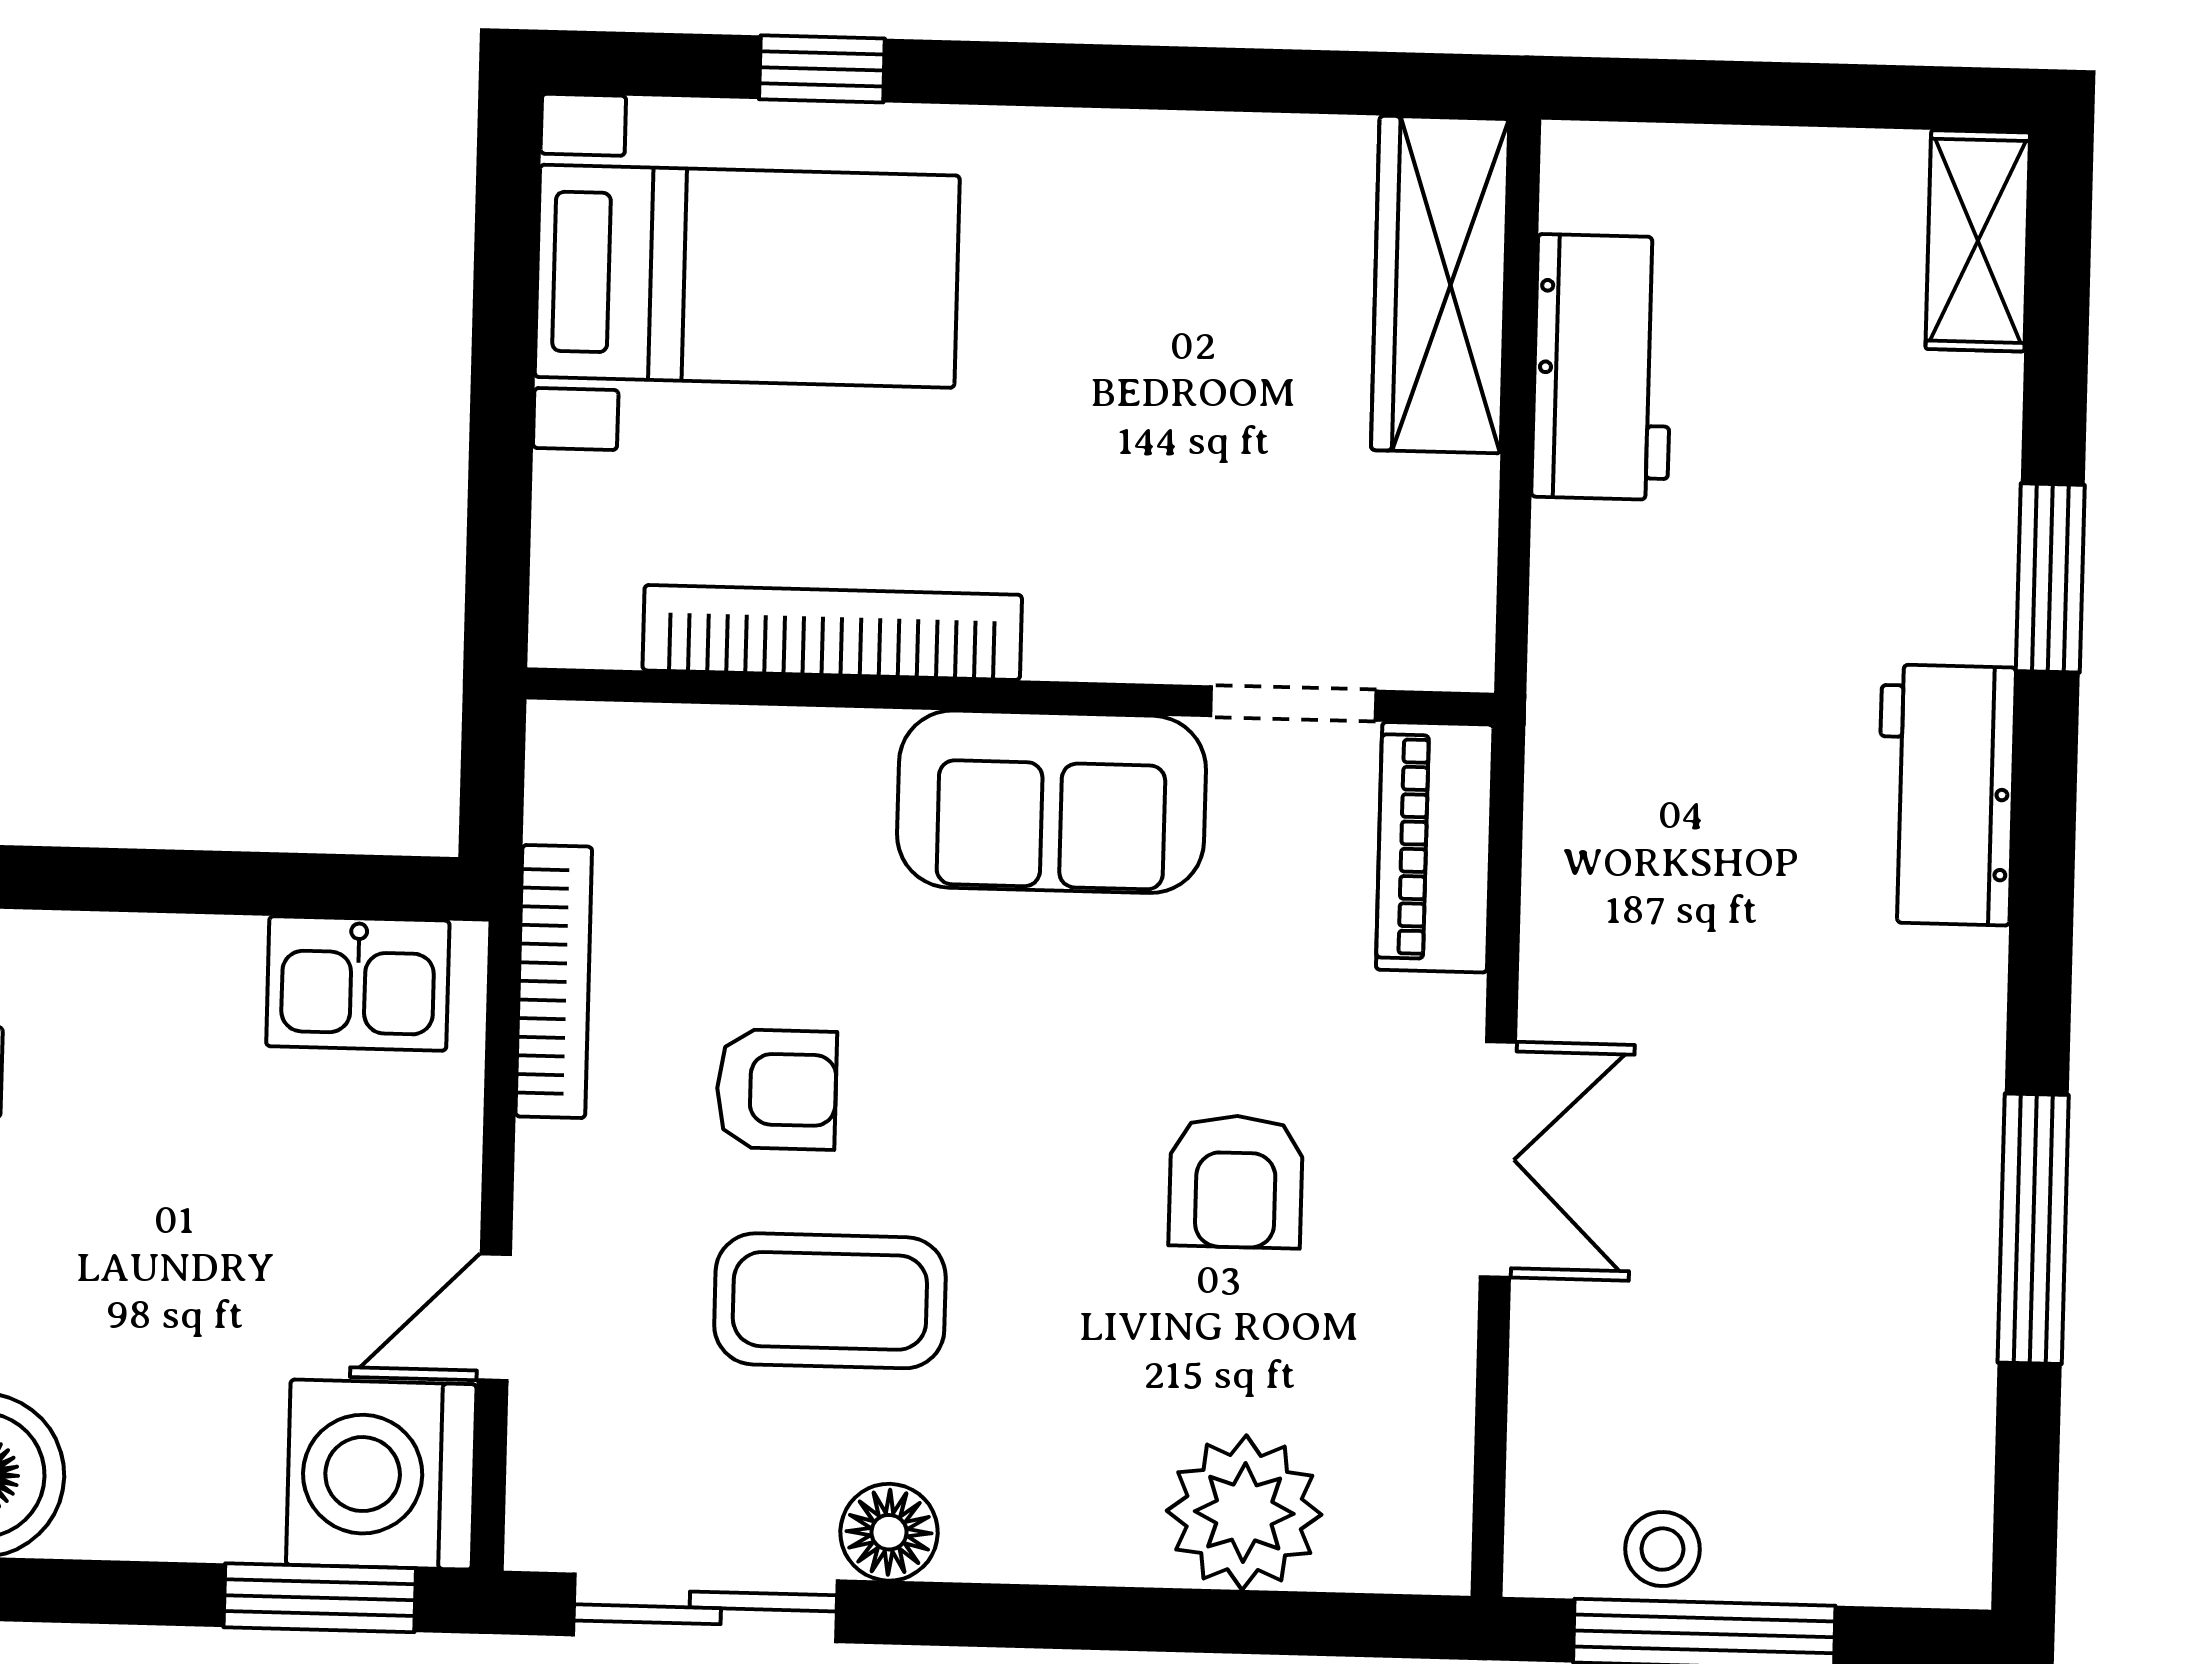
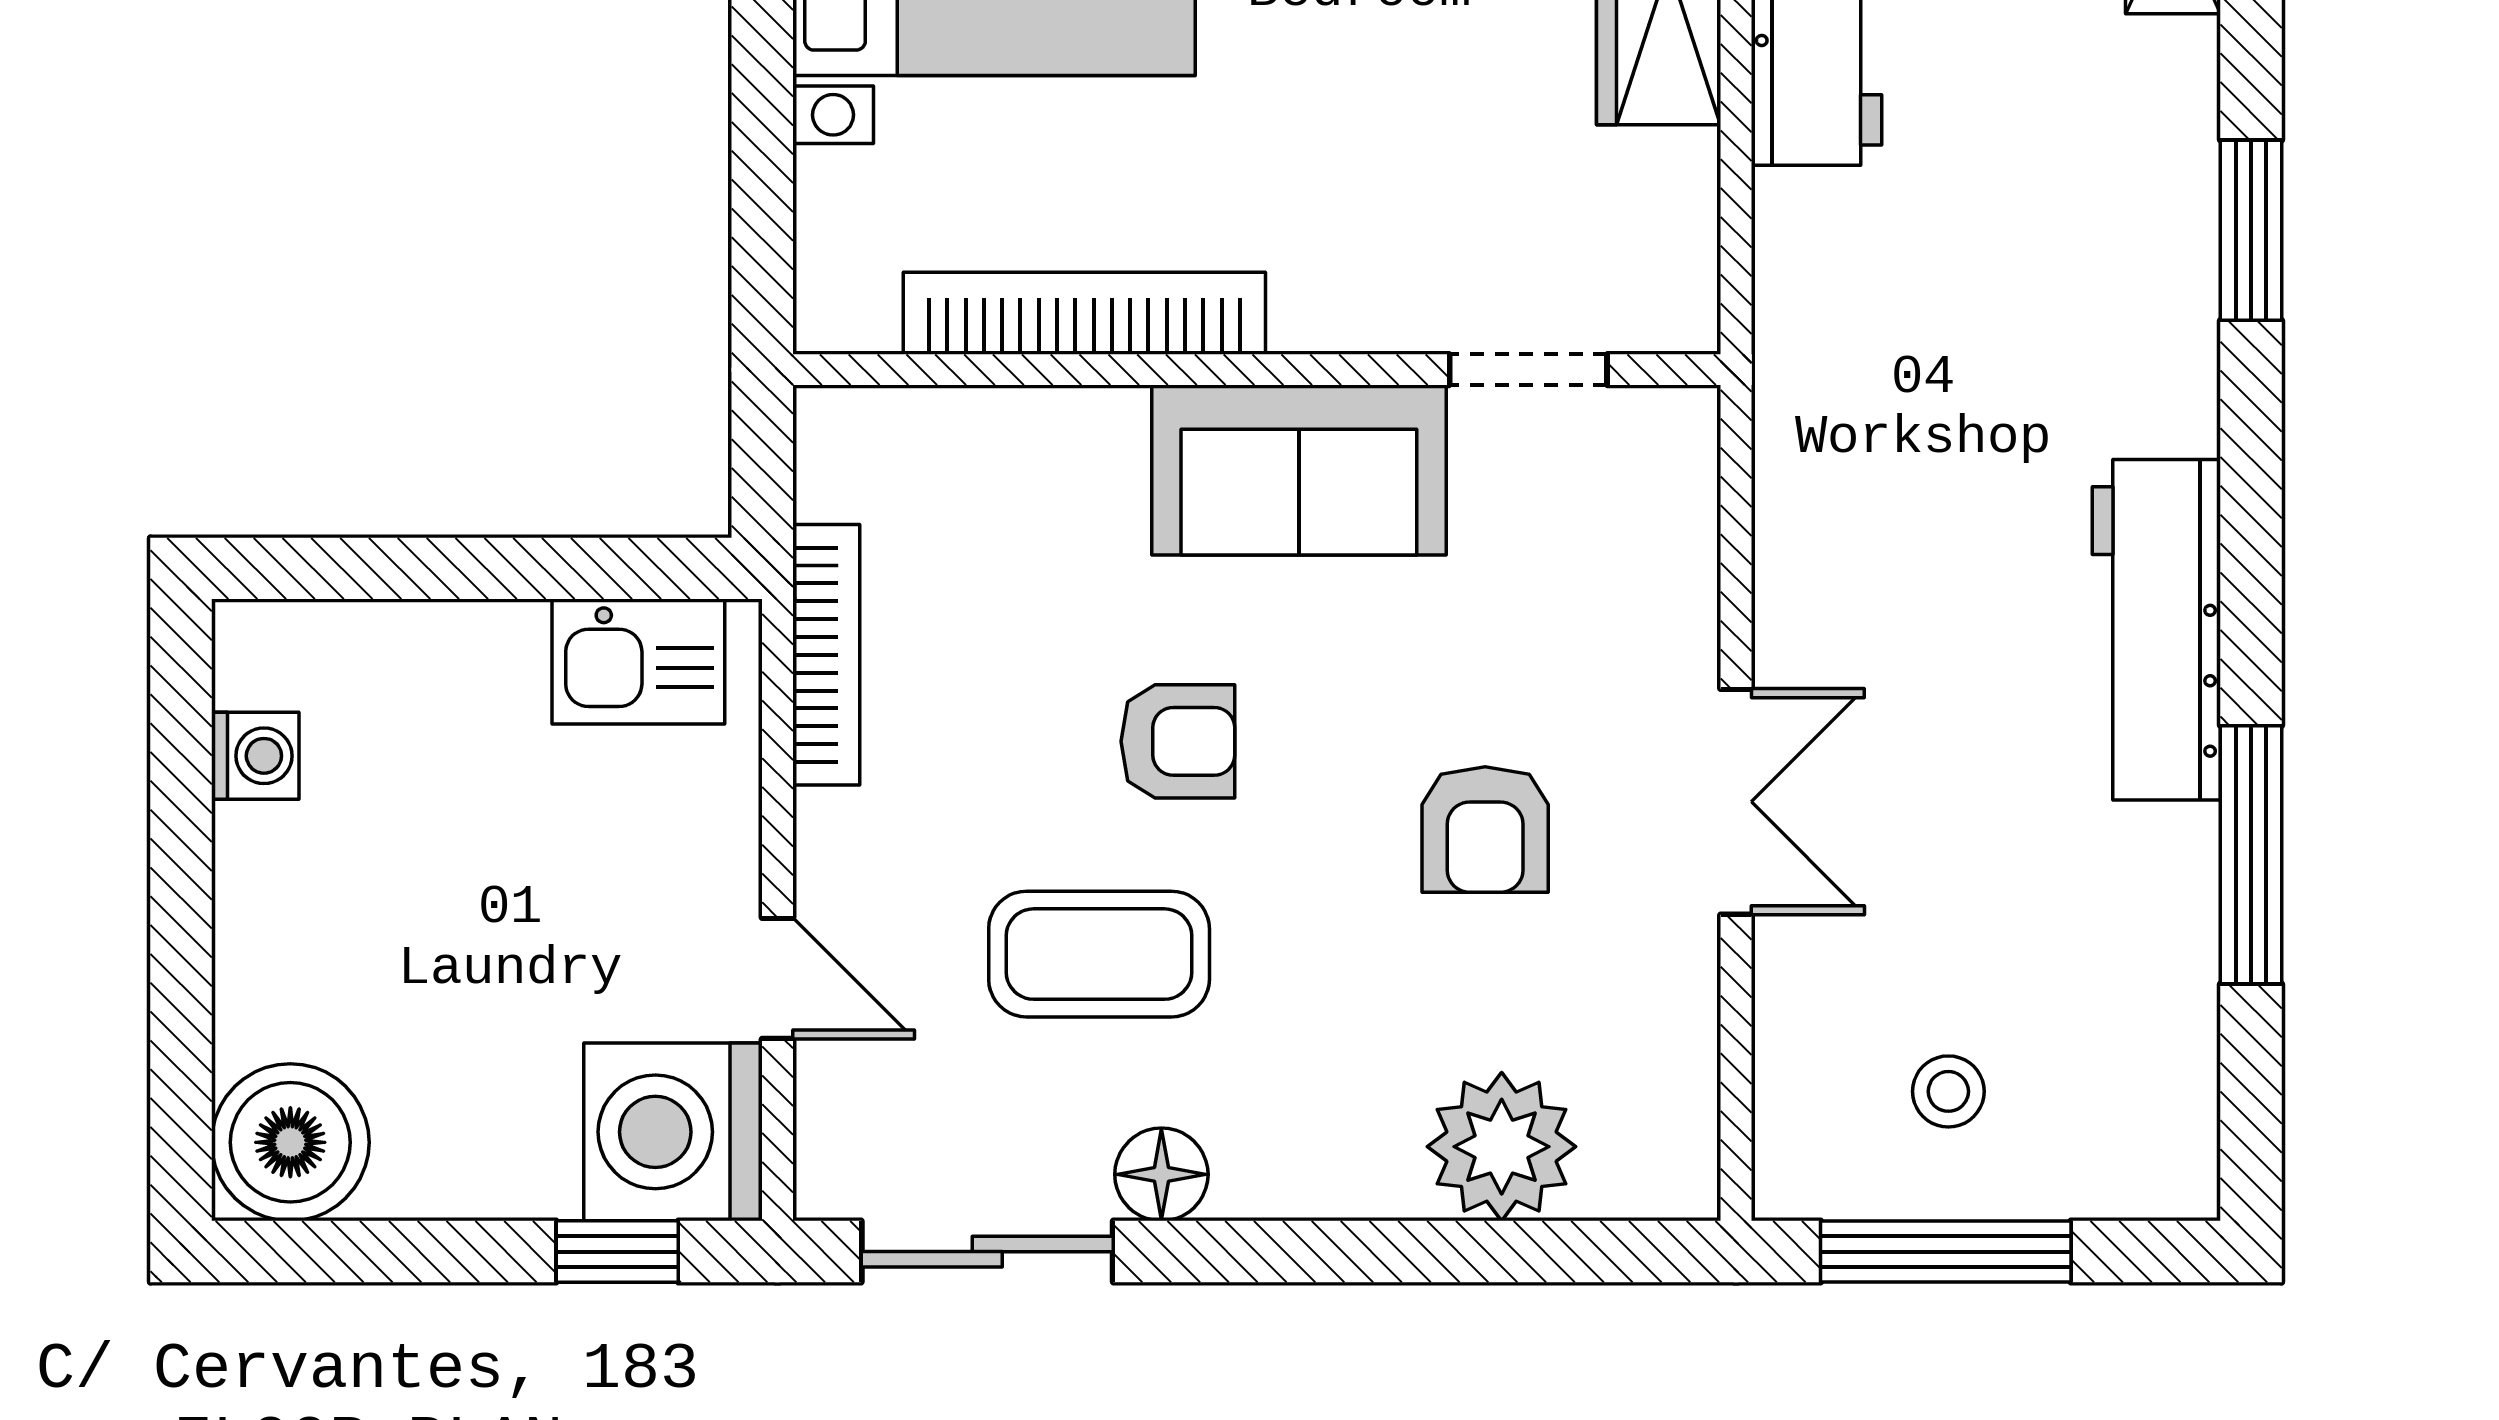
workbench: (1946, 795) -> (2156, 630), moved, width x1.38
piano: (1435, 847) -> (1667, 504), removed
armchair: (776, 1089) -> (1178, 741), moved
door: (494, 1317) -> (777, 978), swing flipped
stool: (1663, 1549) -> (1948, 1091), moved
window: (320, 1598) -> (617, 1252), width x0.67

